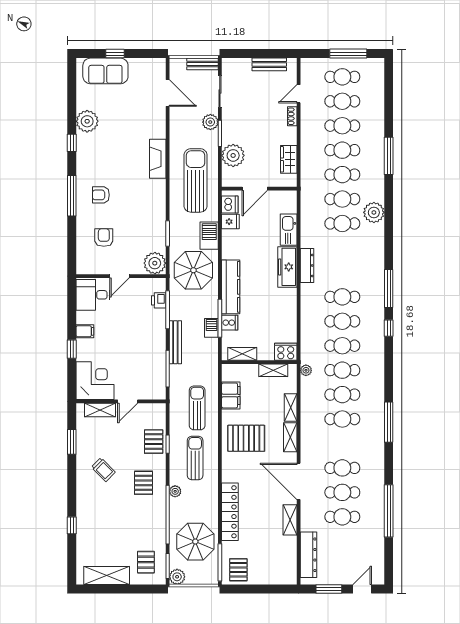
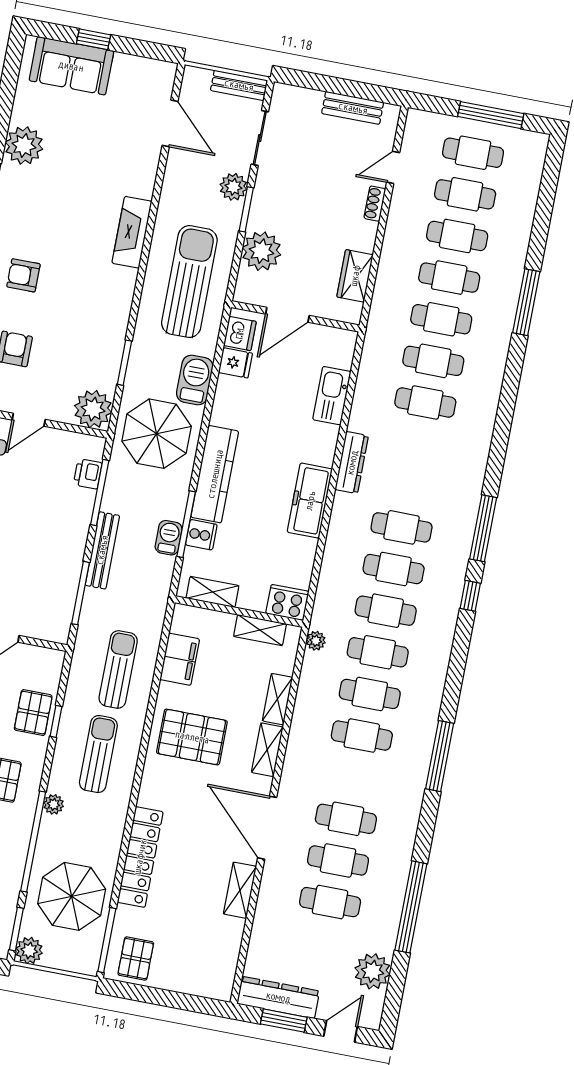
plant: (374, 212) -> (373, 971), moved
freezer: (287, 267) -> (310, 501), moved
dresser: (309, 555) -> (278, 997), moved, turned -90

